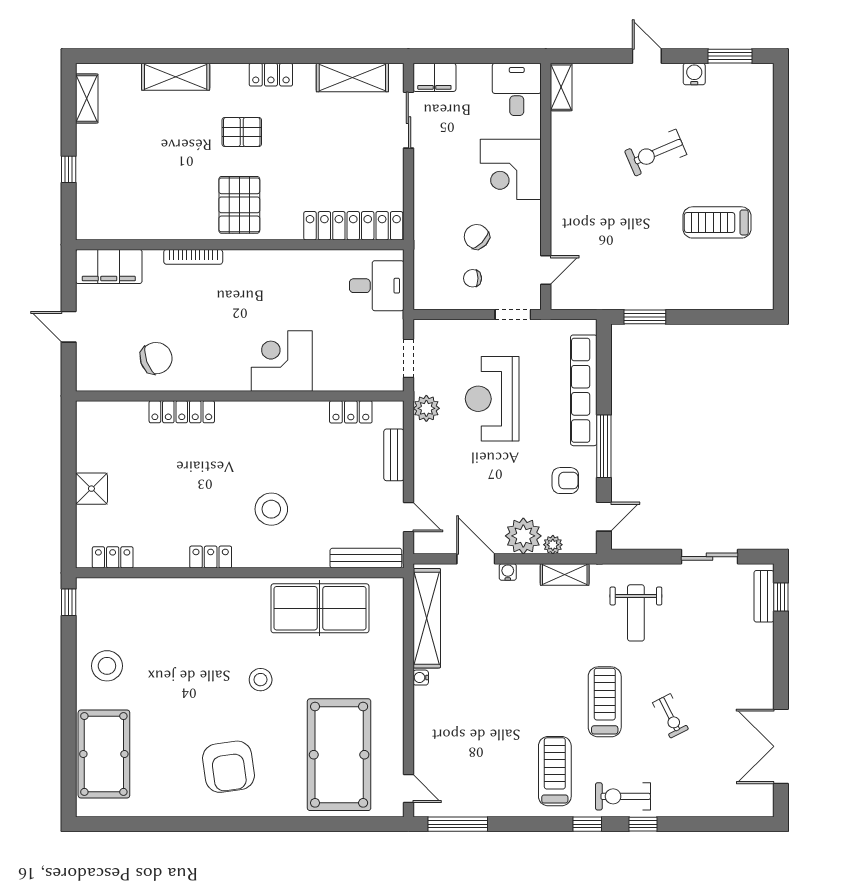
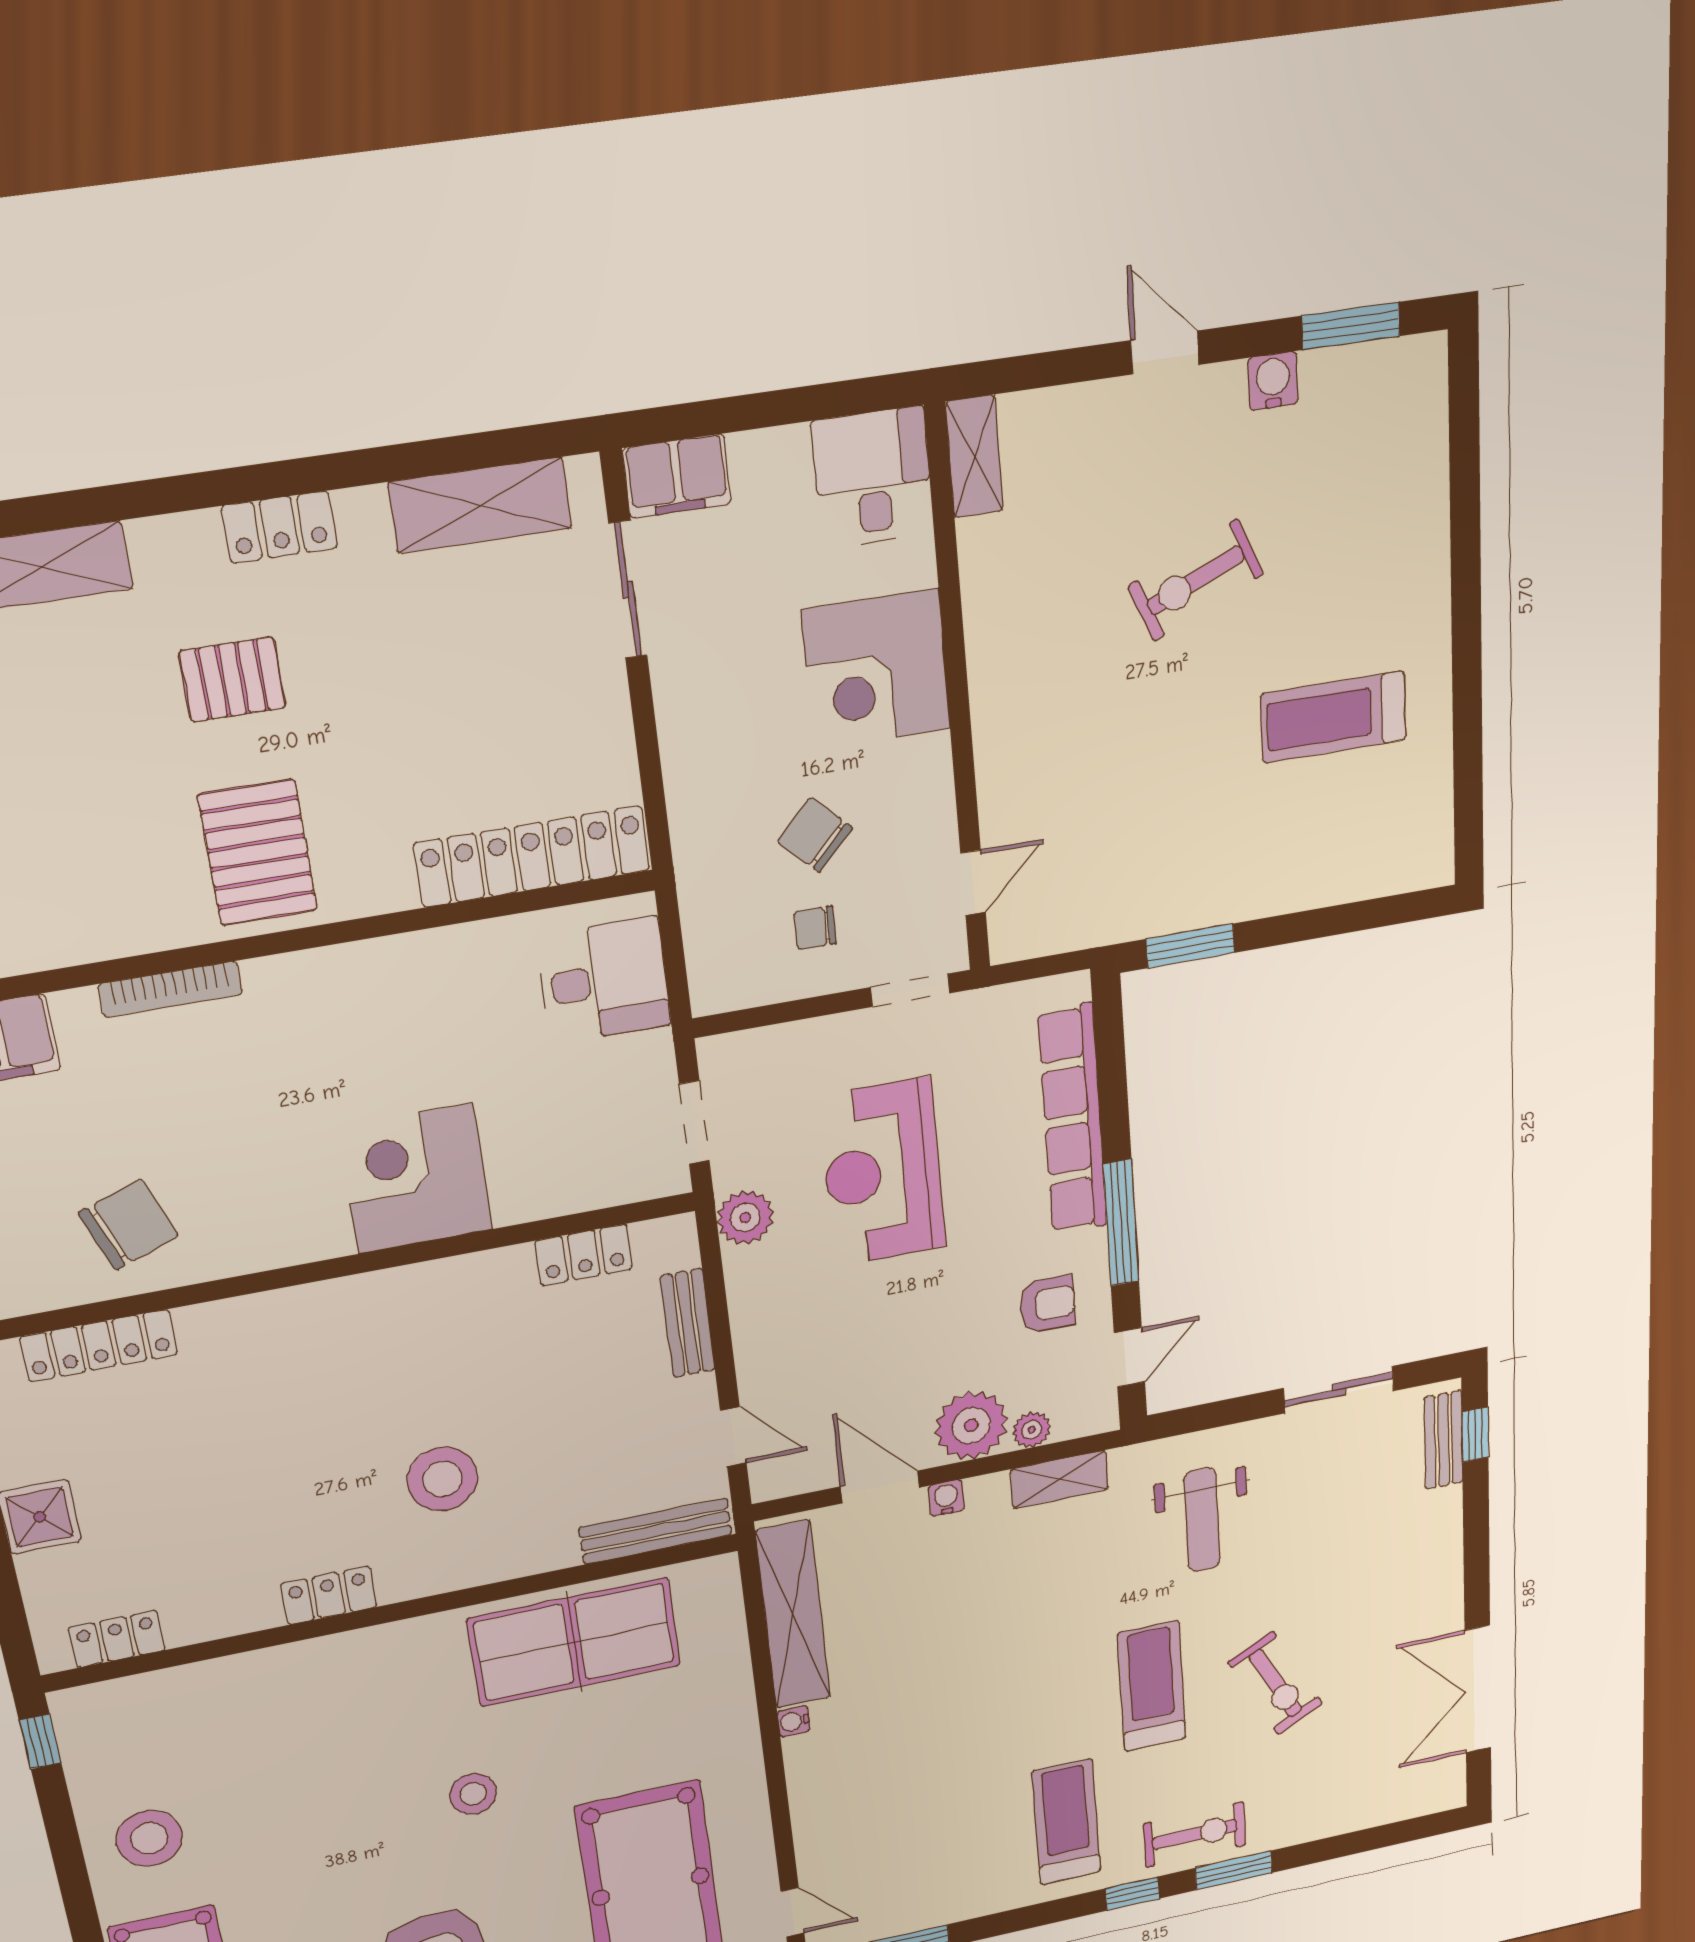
locker: (182, 412) -> (99, 1346), moved
exercise bike: (670, 716) -> (1276, 1683), width x1.38, depth x1.39
exercise bike: (623, 796) -> (1195, 1834), turned 180
window: (643, 824) -> (1234, 1870), width x1.50

